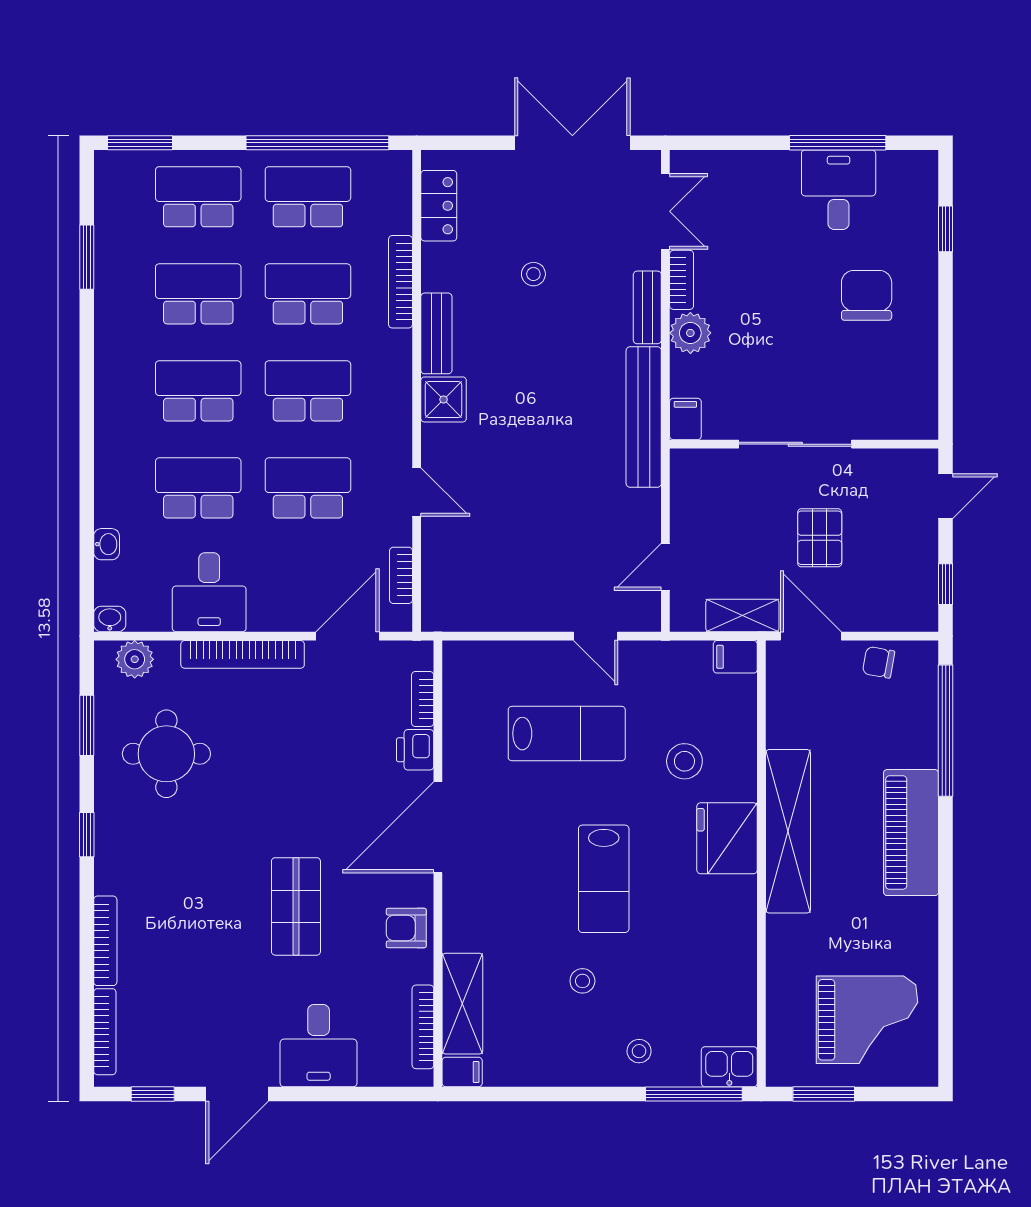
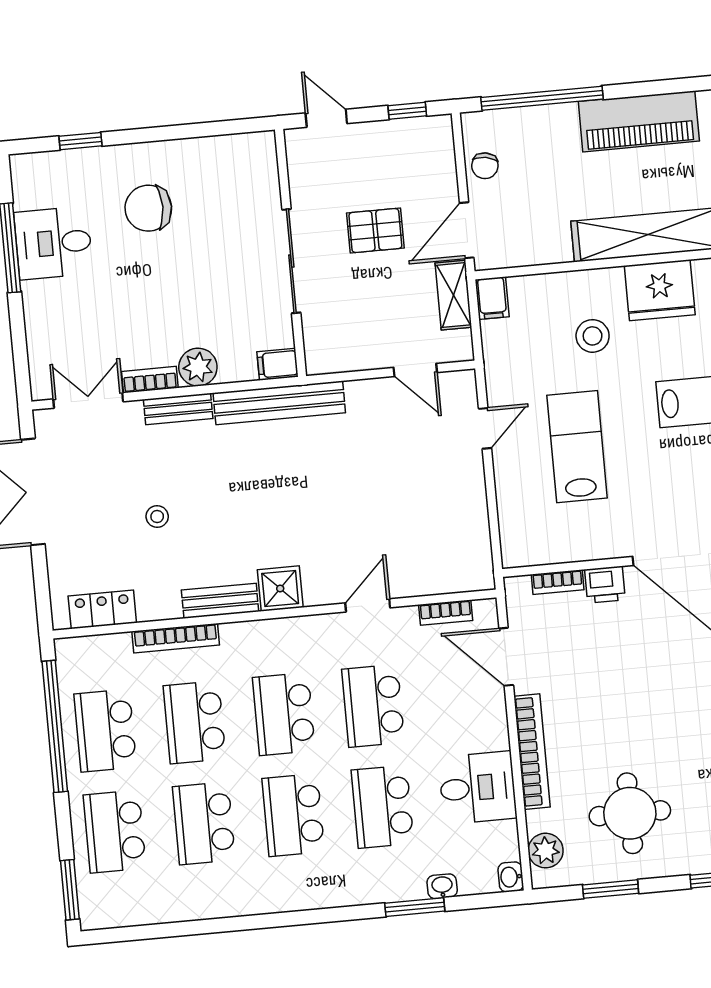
window: (87, 257) -> (415, 907), moved

